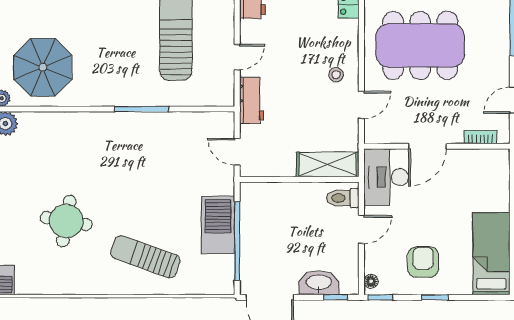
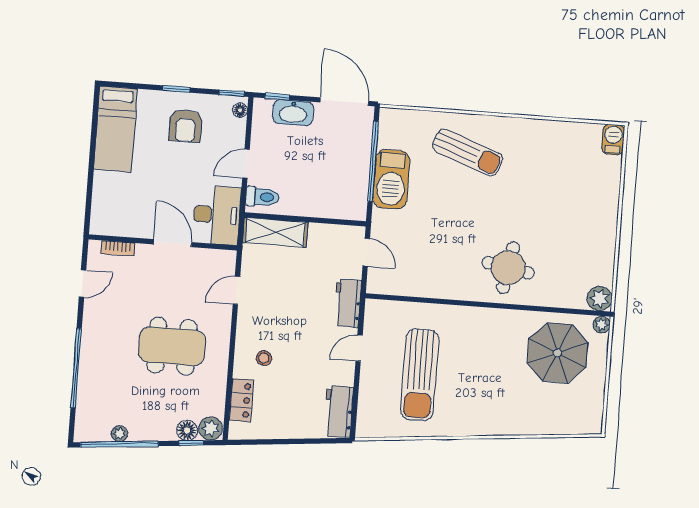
dining table: (420, 45) -> (172, 346), width x0.73, depth x0.80
stool: (336, 75) -> (264, 358), moved
window: (142, 109) -> (460, 303), removed
door: (427, 146) -> (172, 243), hinge flipped
round table: (66, 221) -> (508, 268), moved

